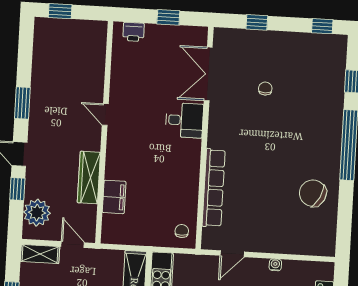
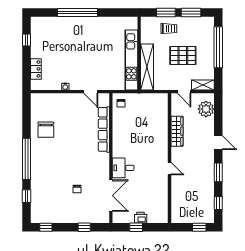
printer: (134, 32) -> (141, 218), moved
window: (17, 189) -> (218, 203), moved
chair: (313, 193) -> (46, 130), turned 63
filing cabinet: (114, 197) -> (162, 121), removed
door: (232, 254) -> (91, 92), swing flipped

